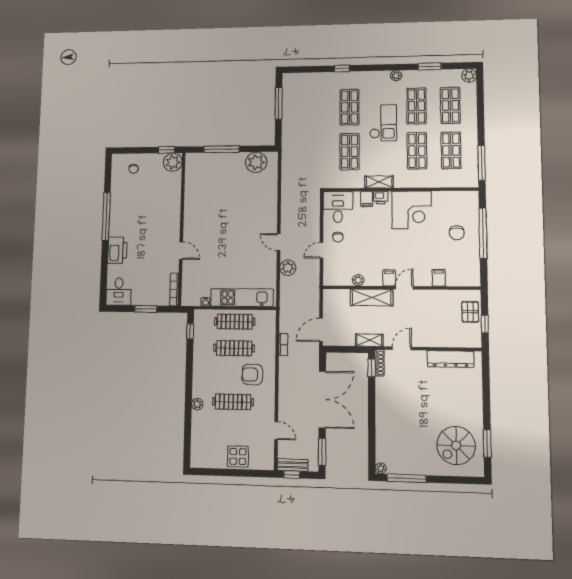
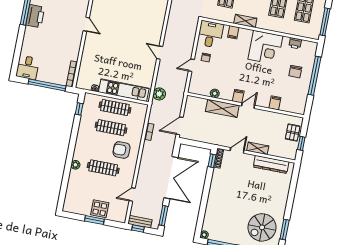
printer: (381, 198) -> (295, 43), moved
printer: (117, 250) -> (35, 16), moved
door: (181, 251) -> (86, 24), moved
plant: (288, 268) -> (159, 94), moved
window: (146, 309) -> (47, 85), width x2.11
shelving: (369, 340) -> (258, 148), moved
door: (276, 431) -> (132, 195), swing flipped
window: (233, 473) -> (94, 220), added

